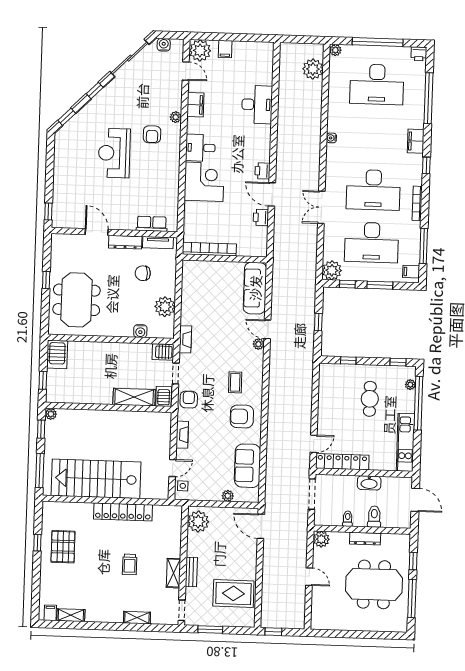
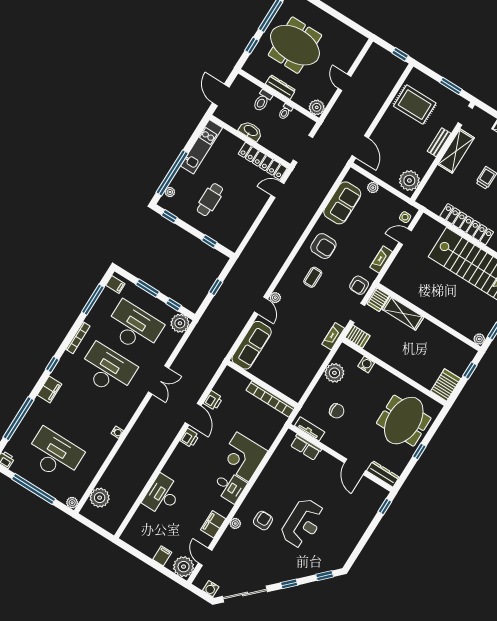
dresser: (125, 242) -> (383, 474), moved
shelving: (173, 573) -> (456, 151), width x1.50, depth x1.33

